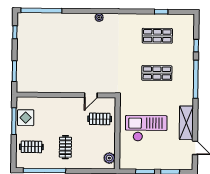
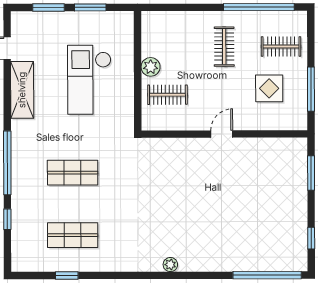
door: (91, 95) -> (222, 134), moved
display table: (26, 118) -> (269, 88), moved
checkout: (146, 128) -> (89, 80), turned 90
plant: (109, 158) -> (151, 67), moved

